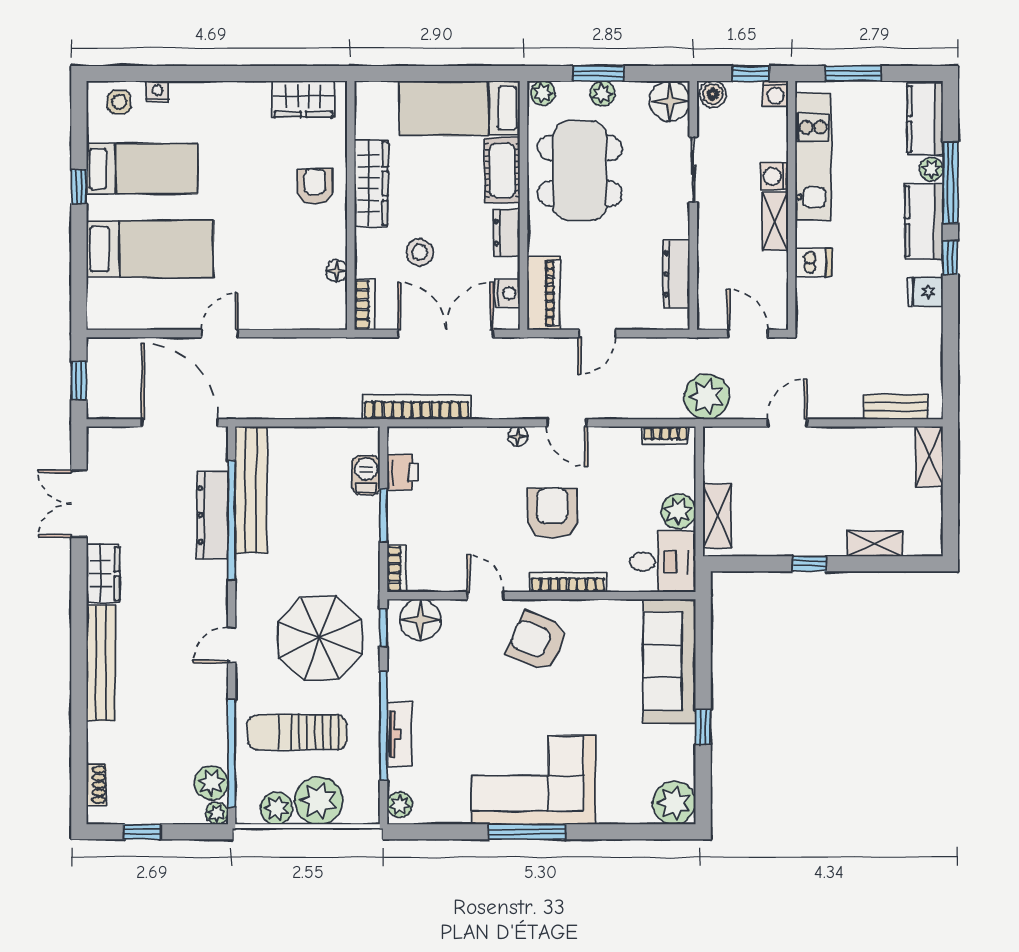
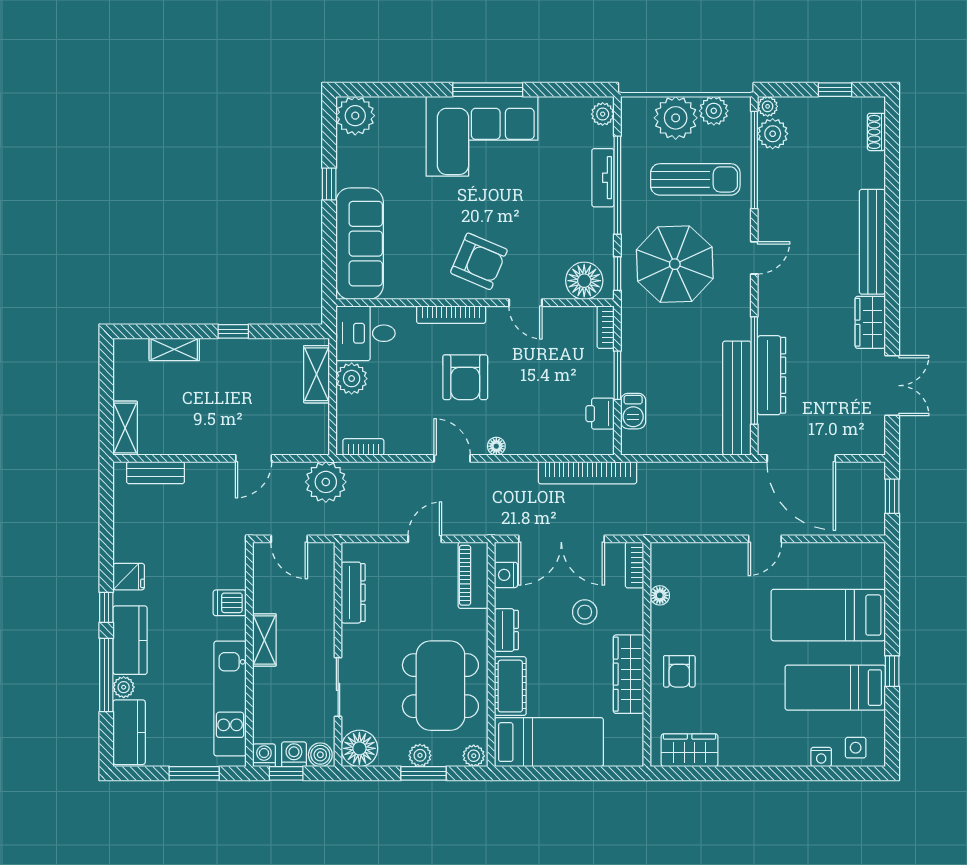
washing machine: (774, 176) -> (294, 754), moved, turned -90

